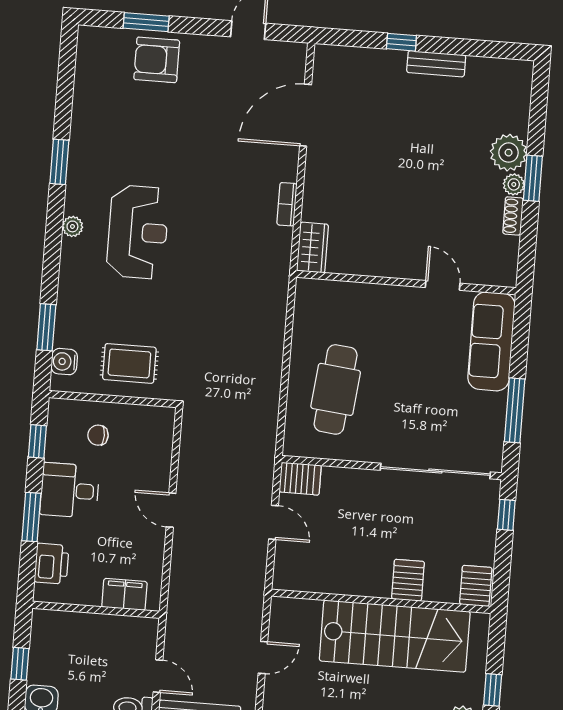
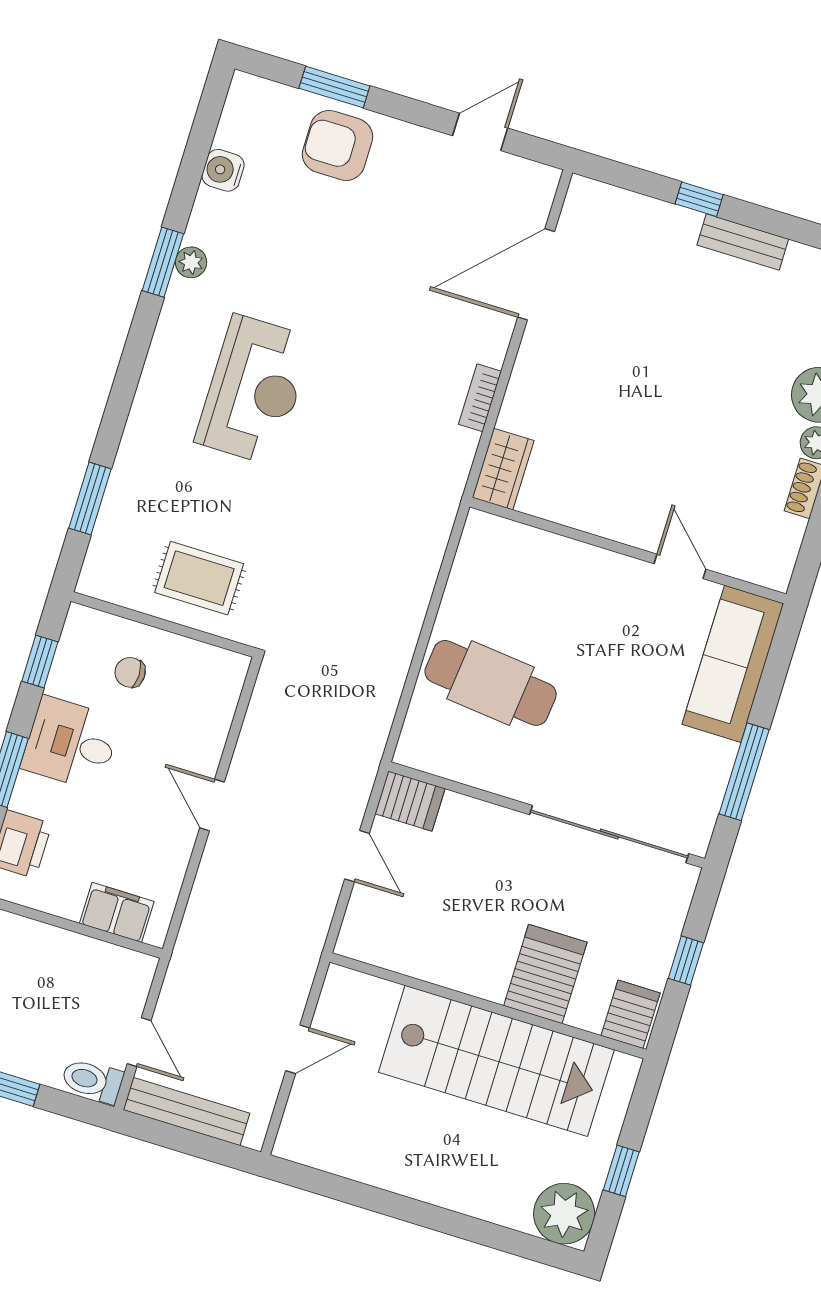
plant: (72, 226) -> (191, 262), moved
water cooler: (64, 362) -> (223, 170), moved
cafe table: (336, 389) -> (491, 683), turned 90
window: (506, 515) -> (686, 961), moved
server rack: (408, 580) -> (545, 974), width x1.36, depth x1.44

